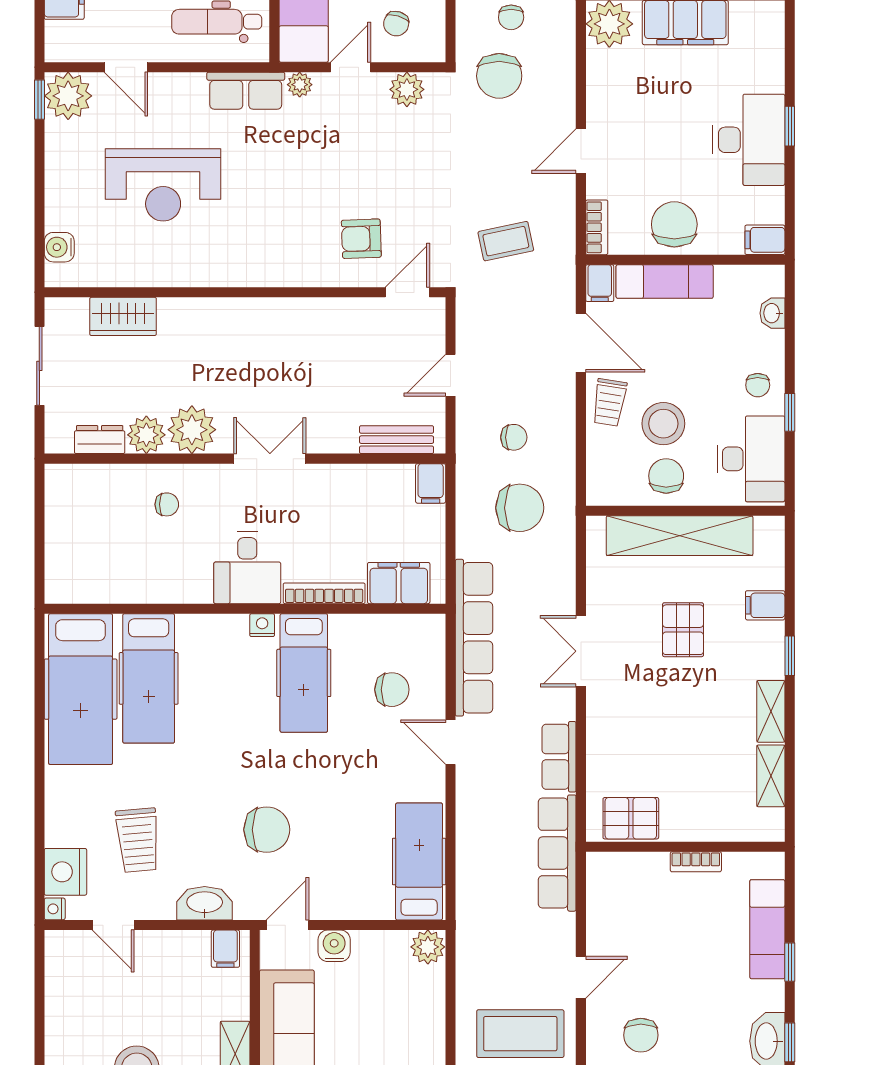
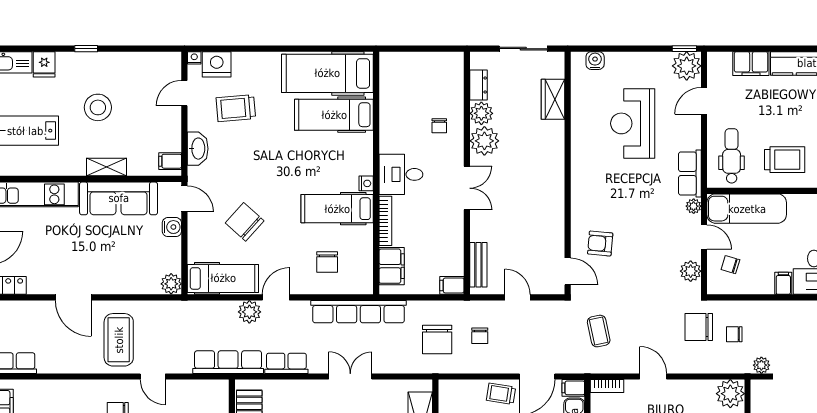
armchair: (361, 239) -> (600, 244), turned -83
door: (450, 742) -> (276, 297), moved
plant: (474, 818) -> (249, 312), added
chair: (267, 830) -> (245, 222), moved, turned 132

